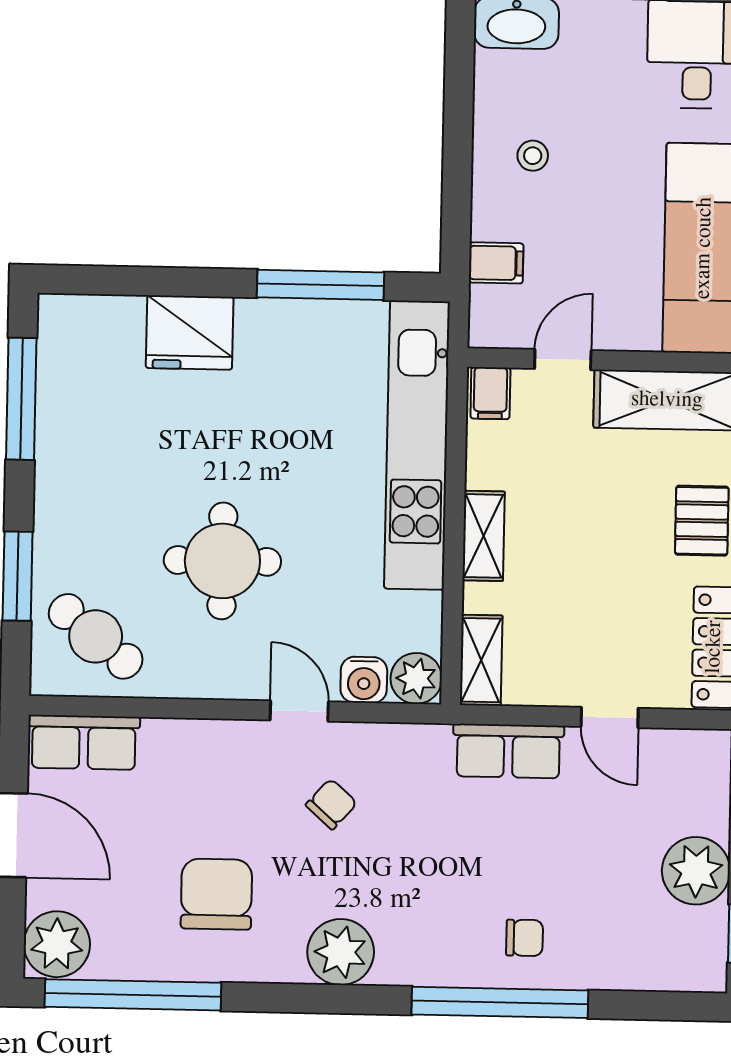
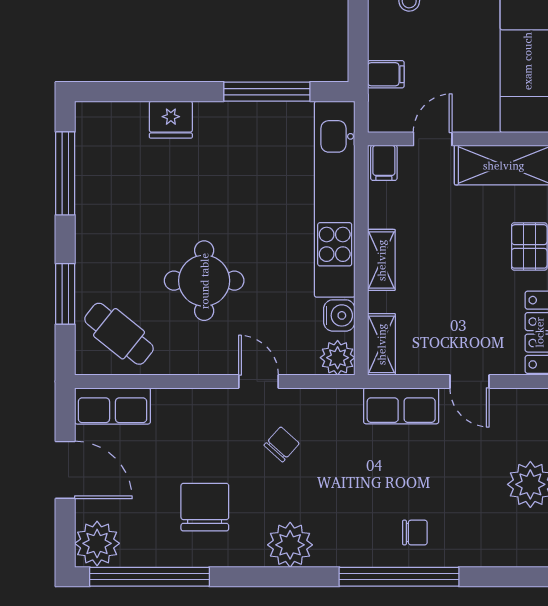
fridge: (190, 333) -> (171, 120), width x0.73, depth x0.75
water cooler: (364, 680) -> (339, 315), moved, turned -90

